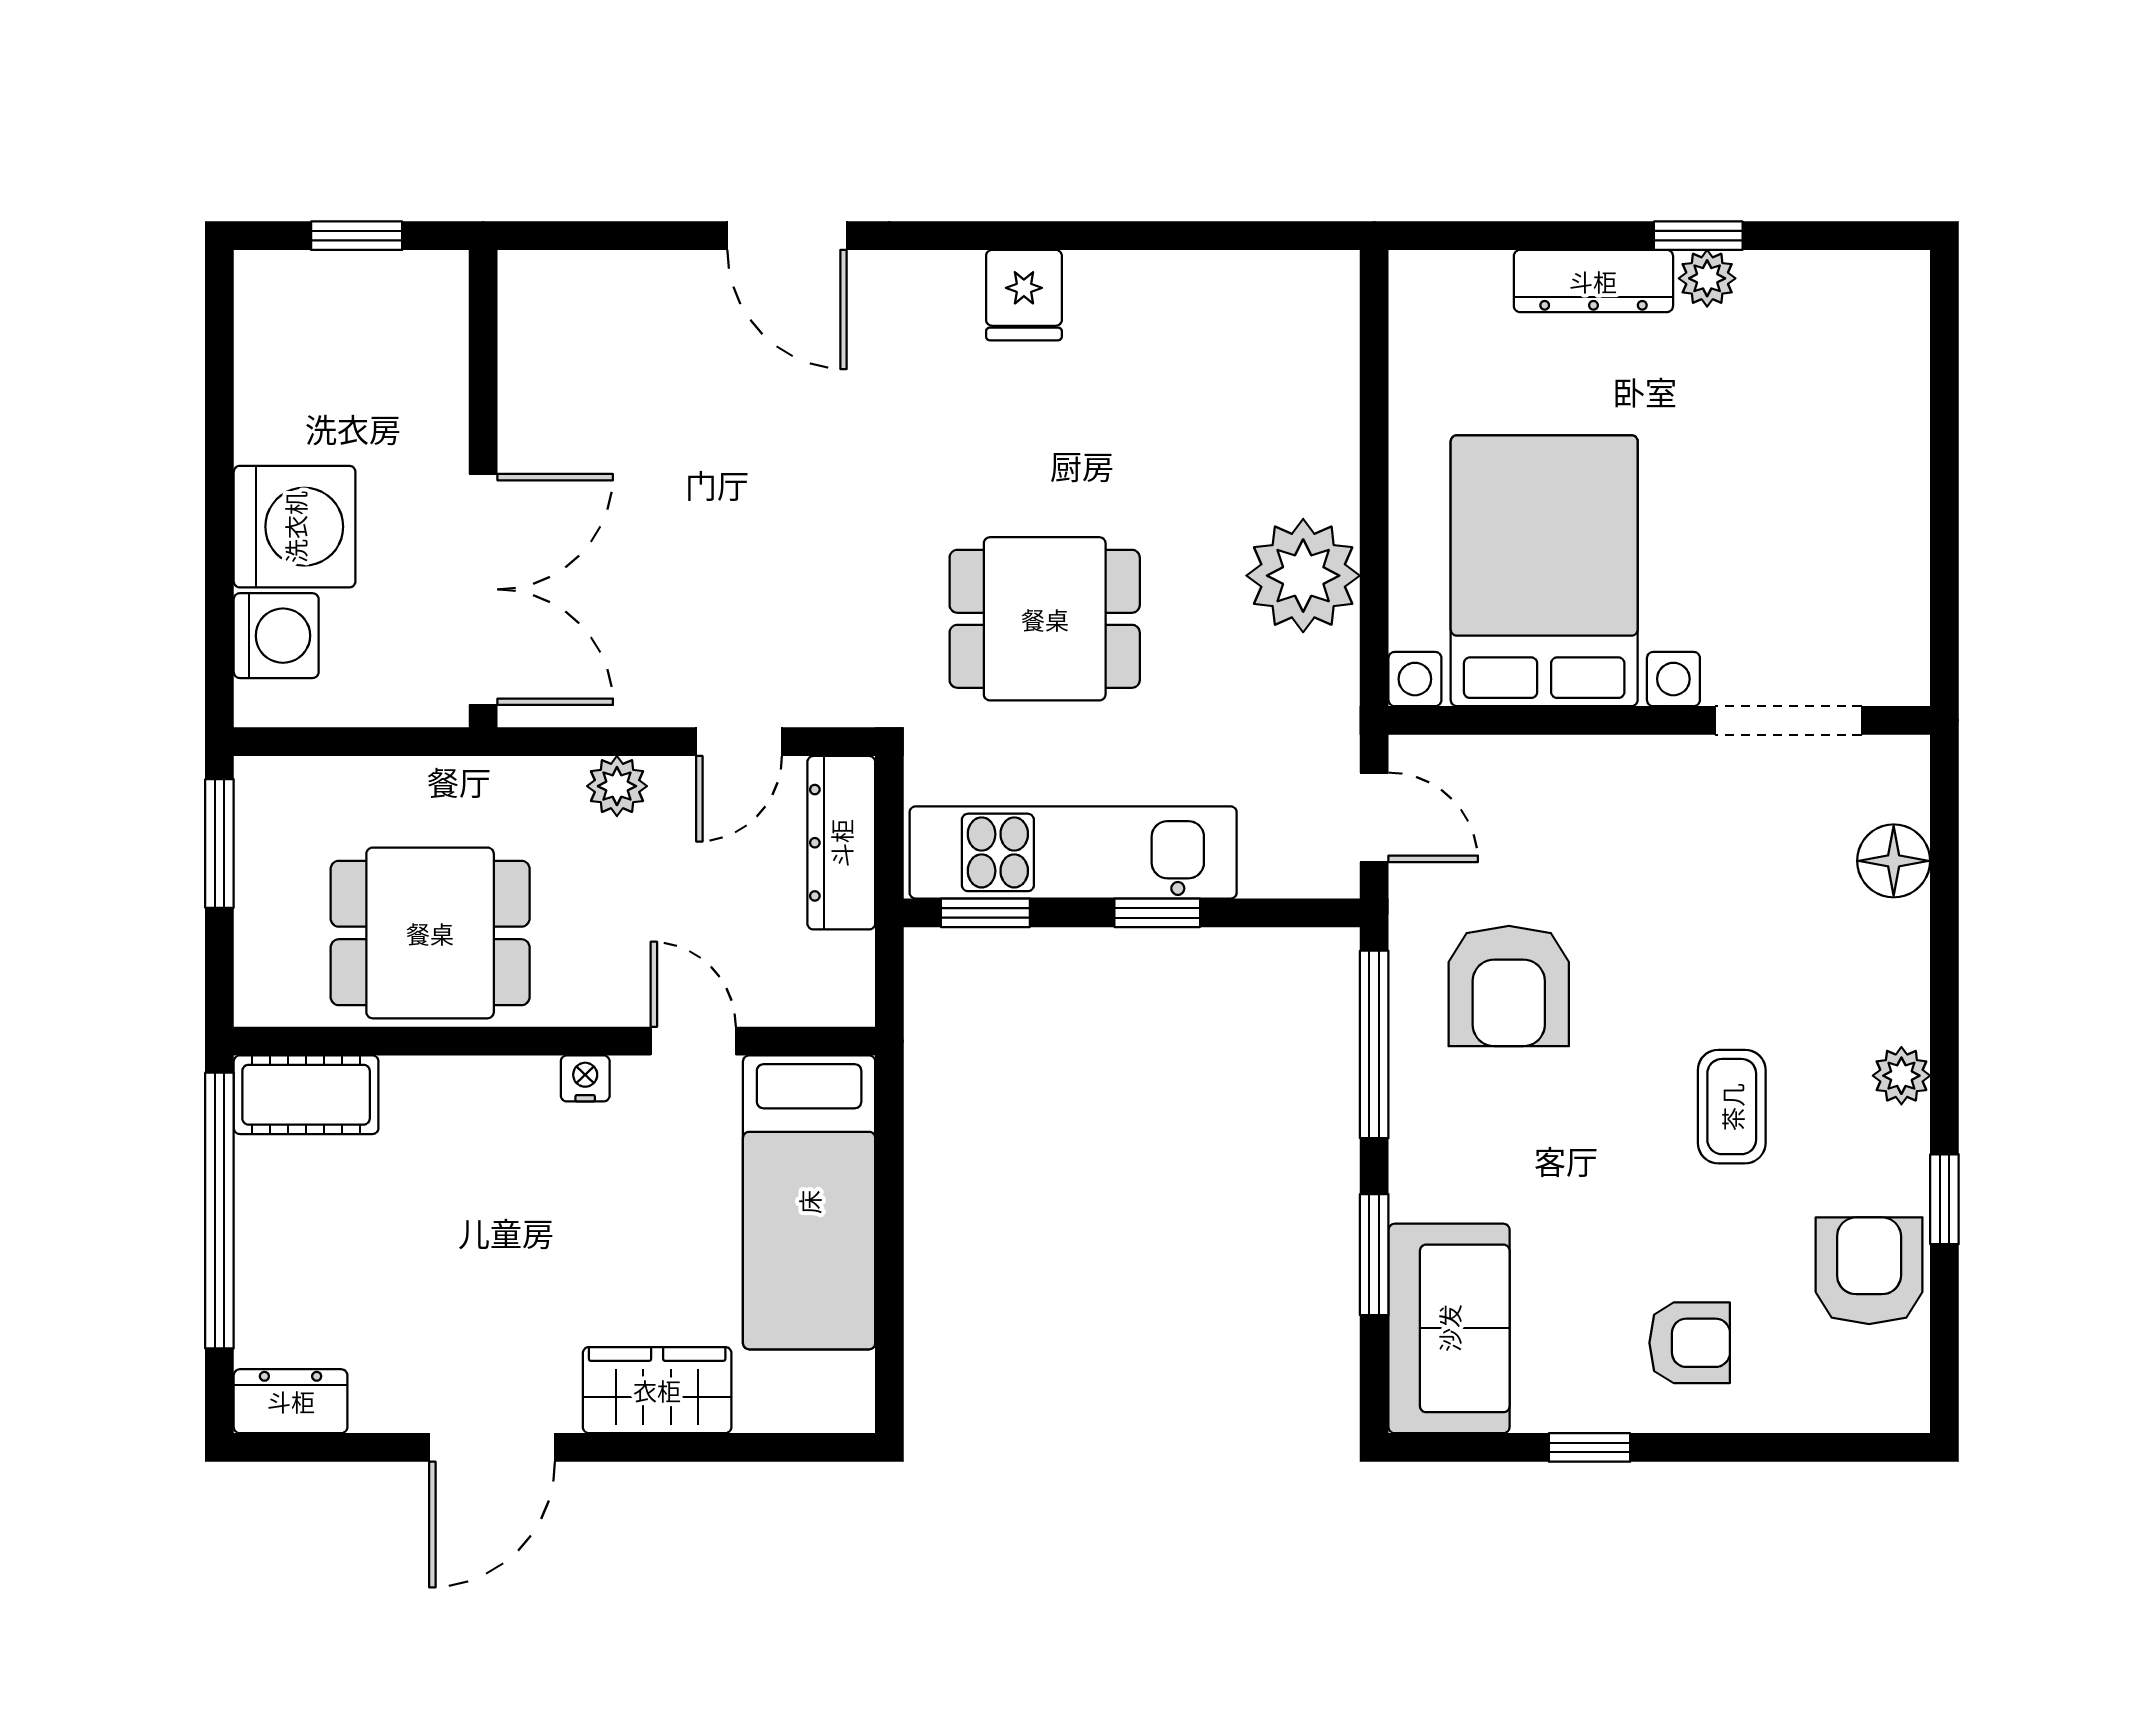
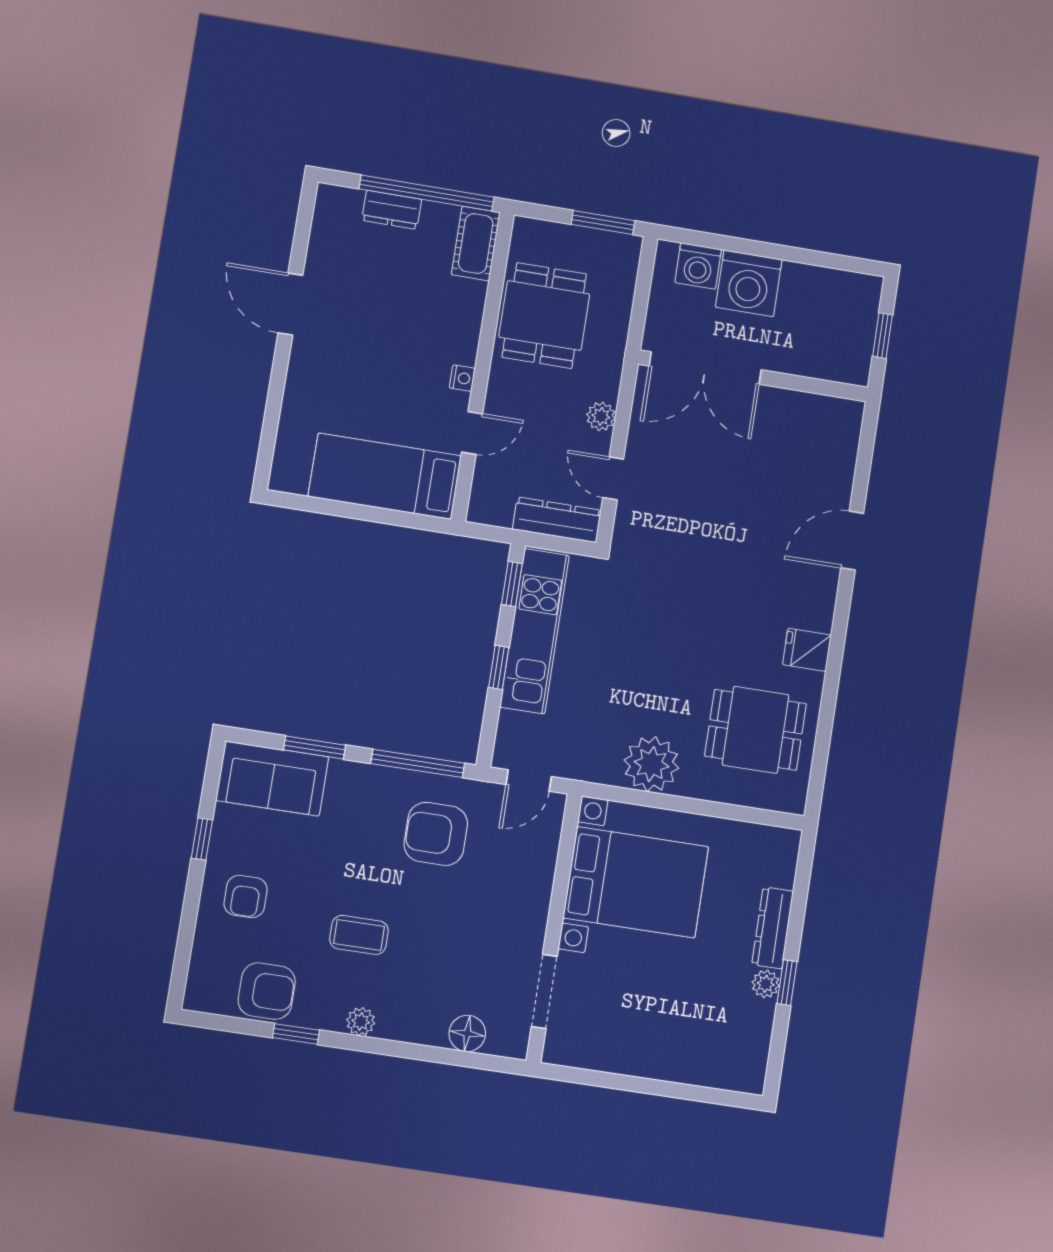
dining table: (1045, 619) -> (755, 730), moved, turned 90
wardrobe: (657, 1390) -> (305, 388), removed
dresser: (291, 1401) -> (392, 210), moved, turned 90

